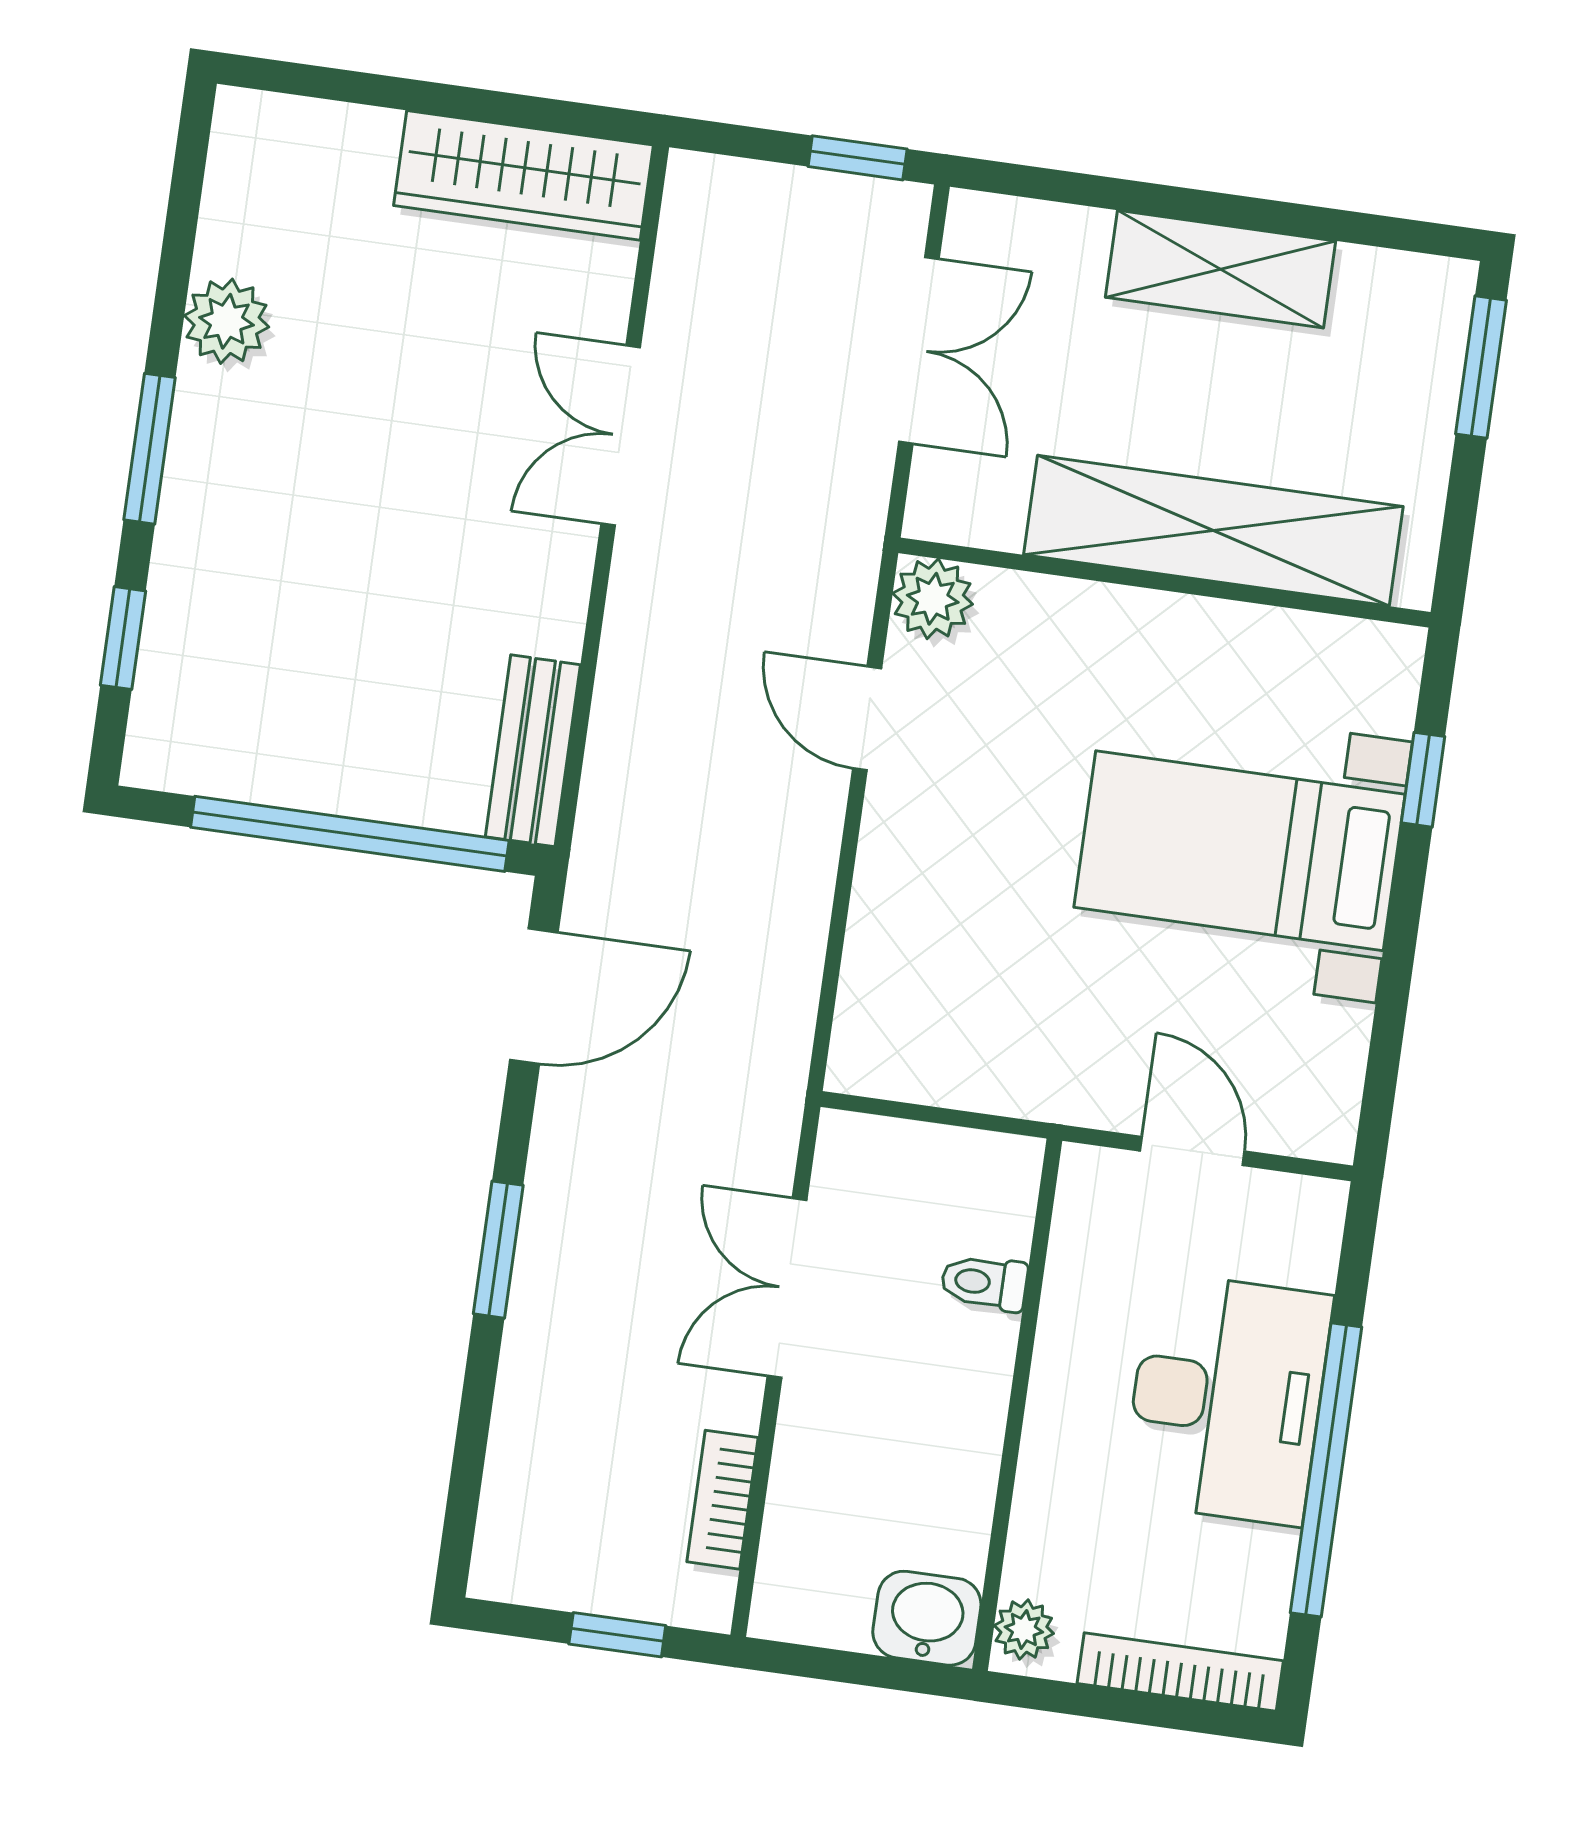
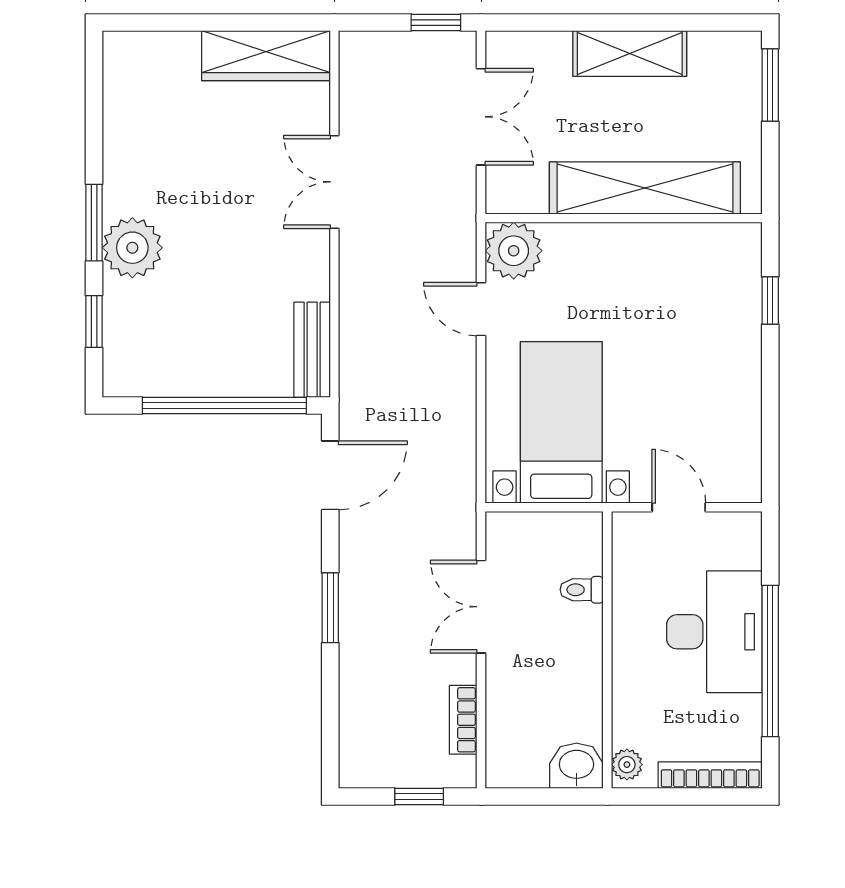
plant: (227, 321) -> (132, 248), moved, width x1.36, depth x1.36
plant: (933, 599) -> (514, 251), width x1.36, depth x1.36
bed with nightstands: (1239, 851) -> (561, 422), moved, turned 90

